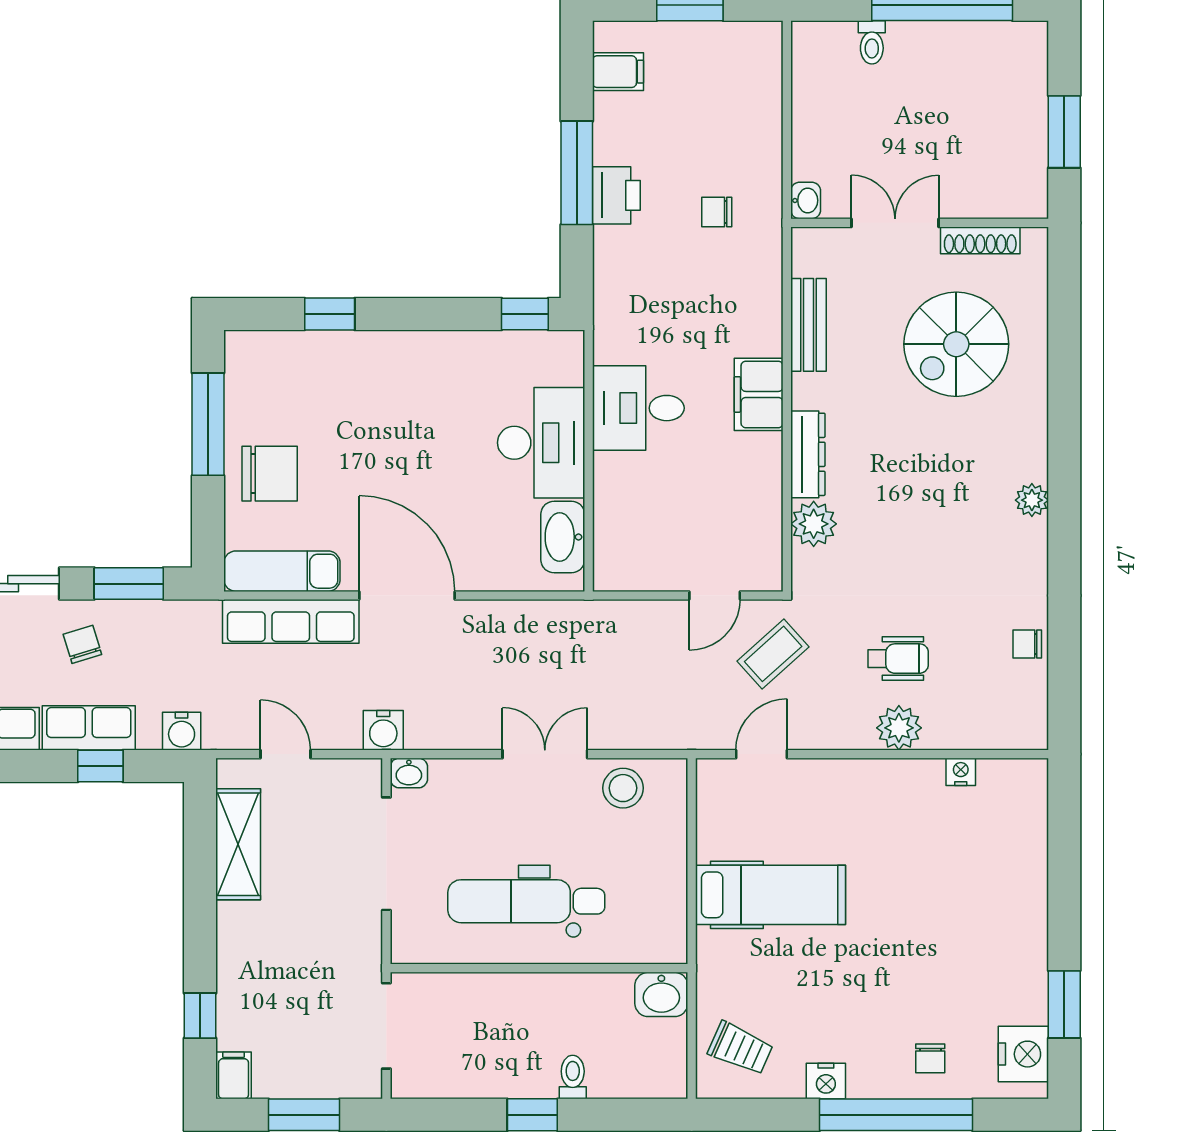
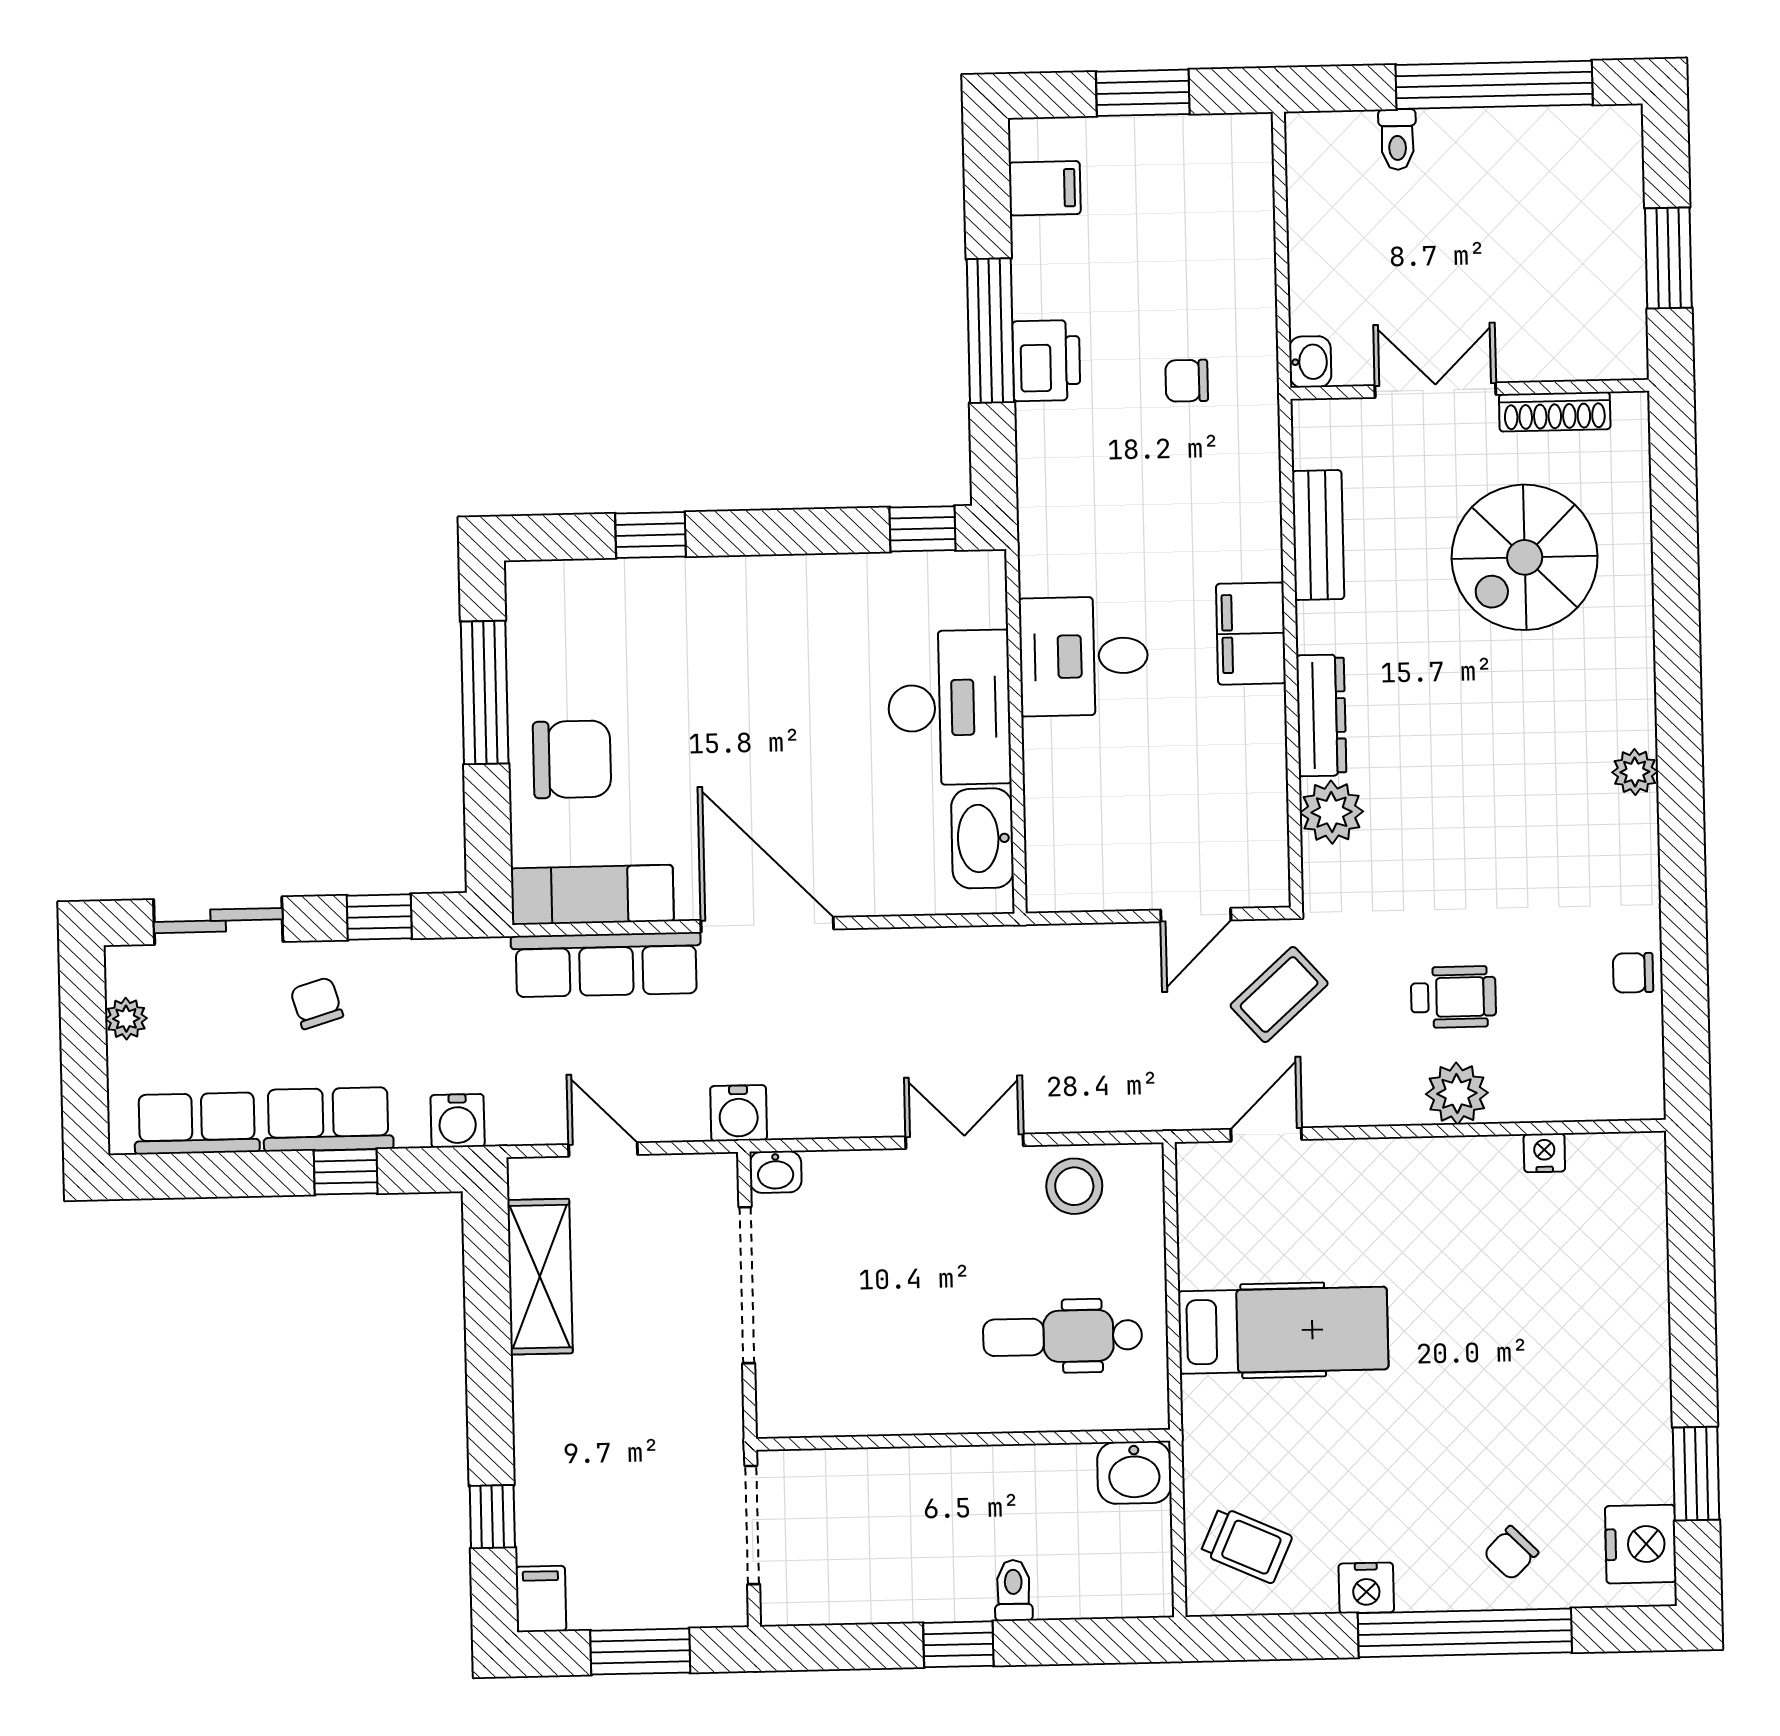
window: (129, 584) -> (379, 917), width x0.67
dental chair: (526, 901) -> (1063, 1336), moved, width x0.73, depth x0.72
chair: (930, 1058) -> (1511, 1553), turned 45

